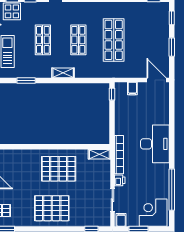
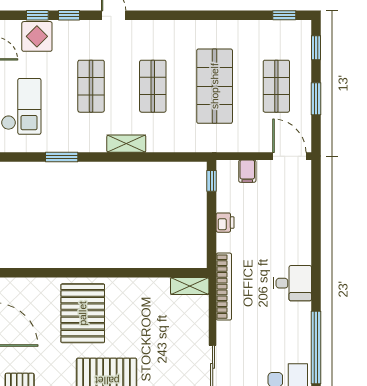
shop shelf: (149, 40) -> (276, 86), added
desk: (155, 144) -> (292, 283), width x0.53, depth x0.77
pallet: (59, 169) -> (83, 313), moved, turned 90
printer: (120, 180) -> (225, 223), moved

